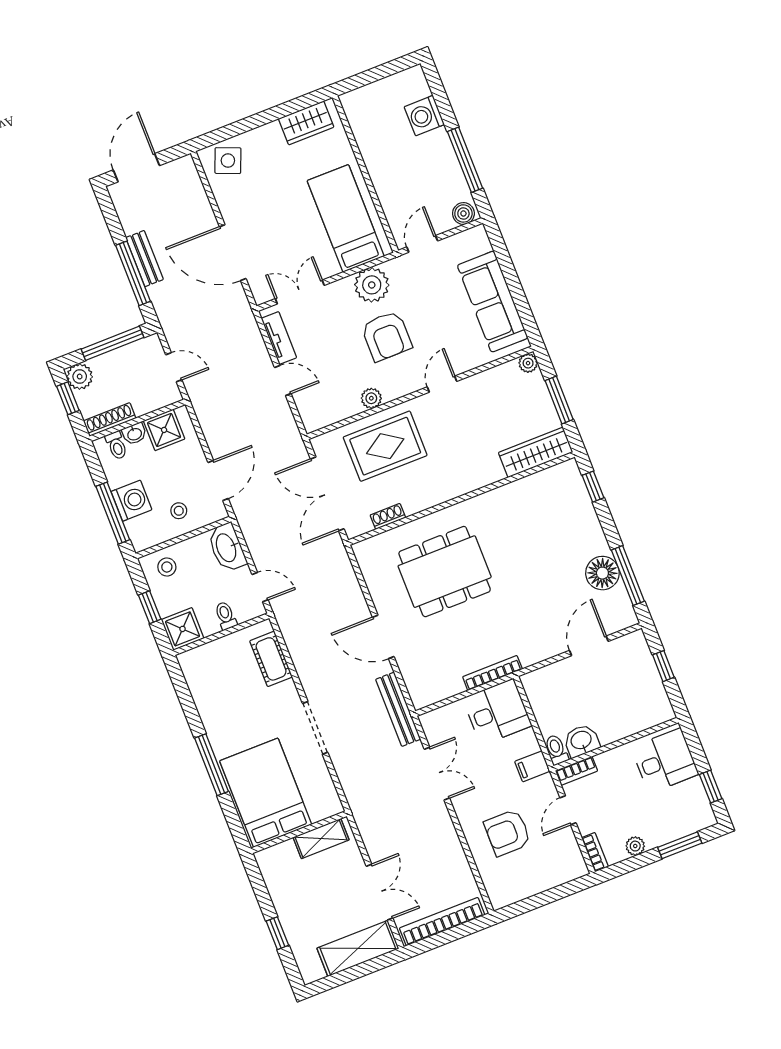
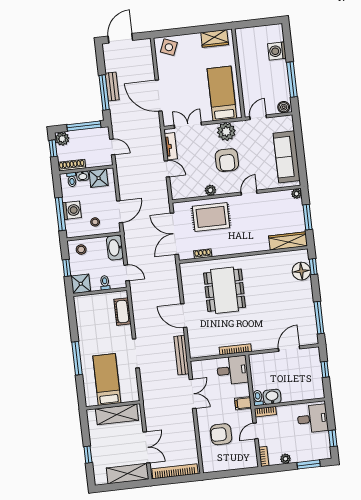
dining table: (445, 572) -> (225, 290), turned 90
floor lamp: (602, 573) -> (301, 271), moved
bed: (266, 793) -> (107, 379), width x0.67
shelving: (321, 839) -> (117, 414), width x1.50, depth x1.33

